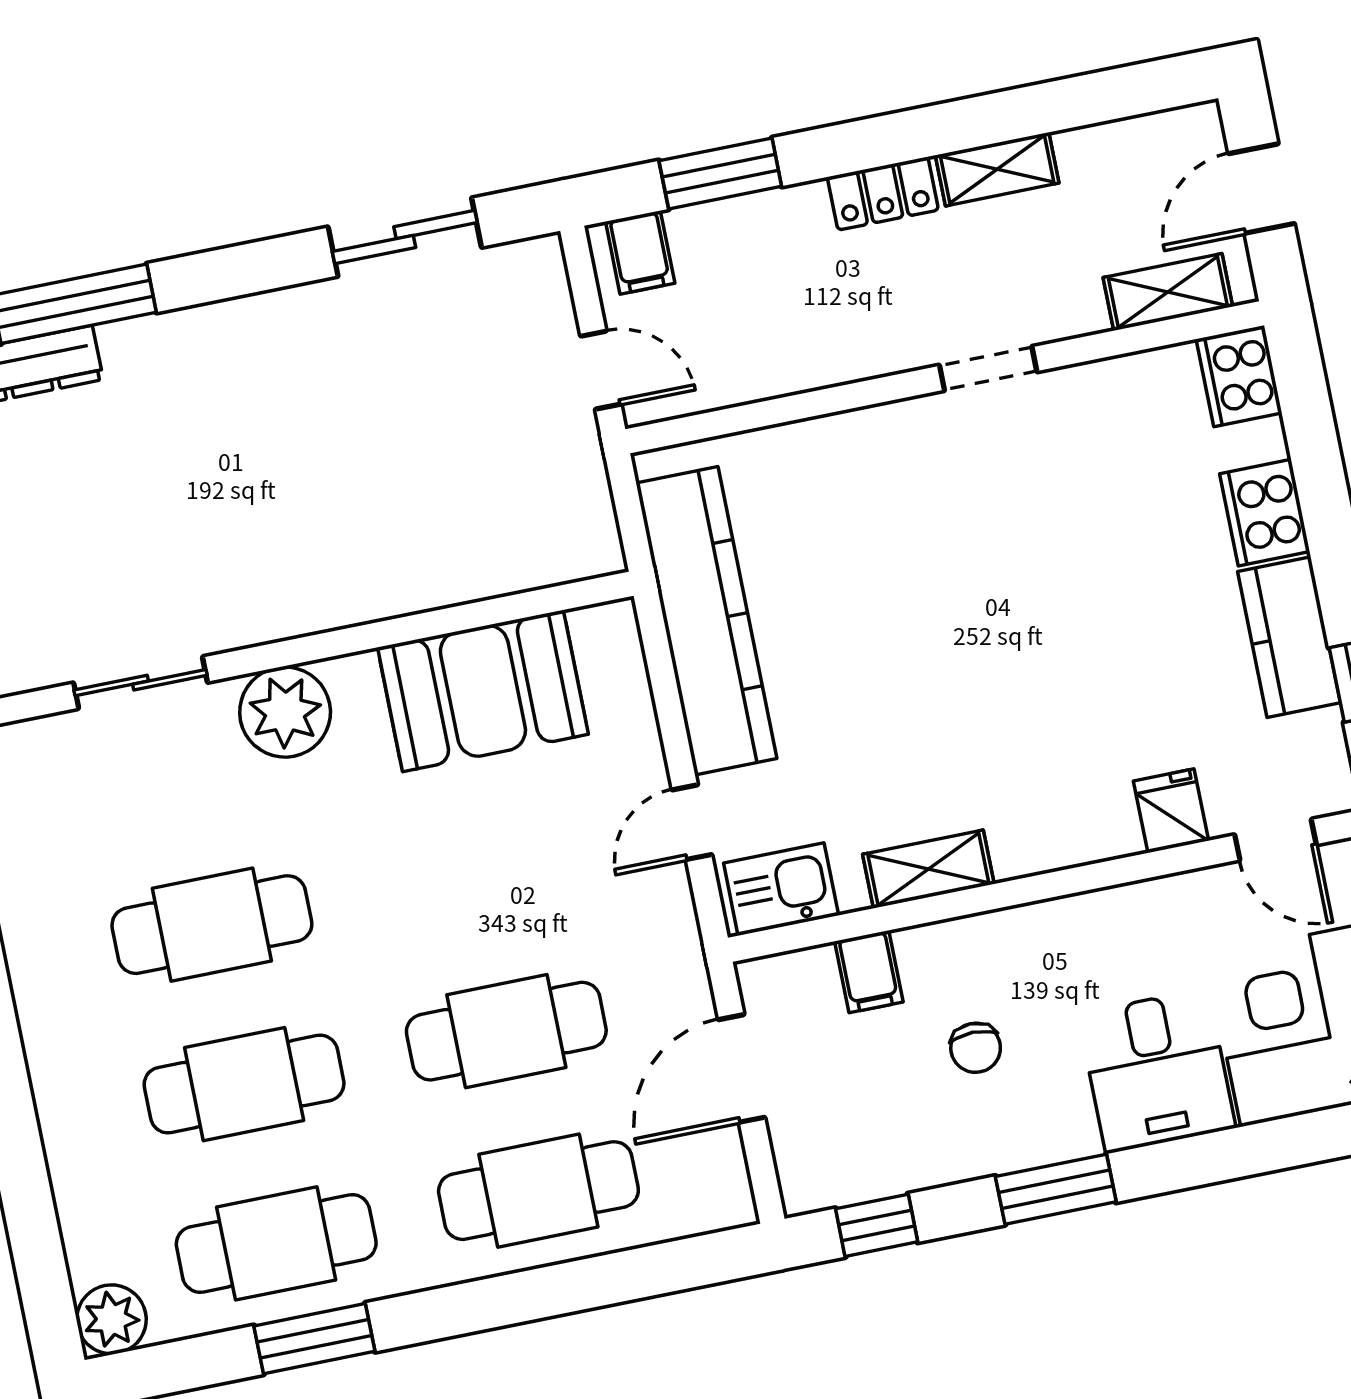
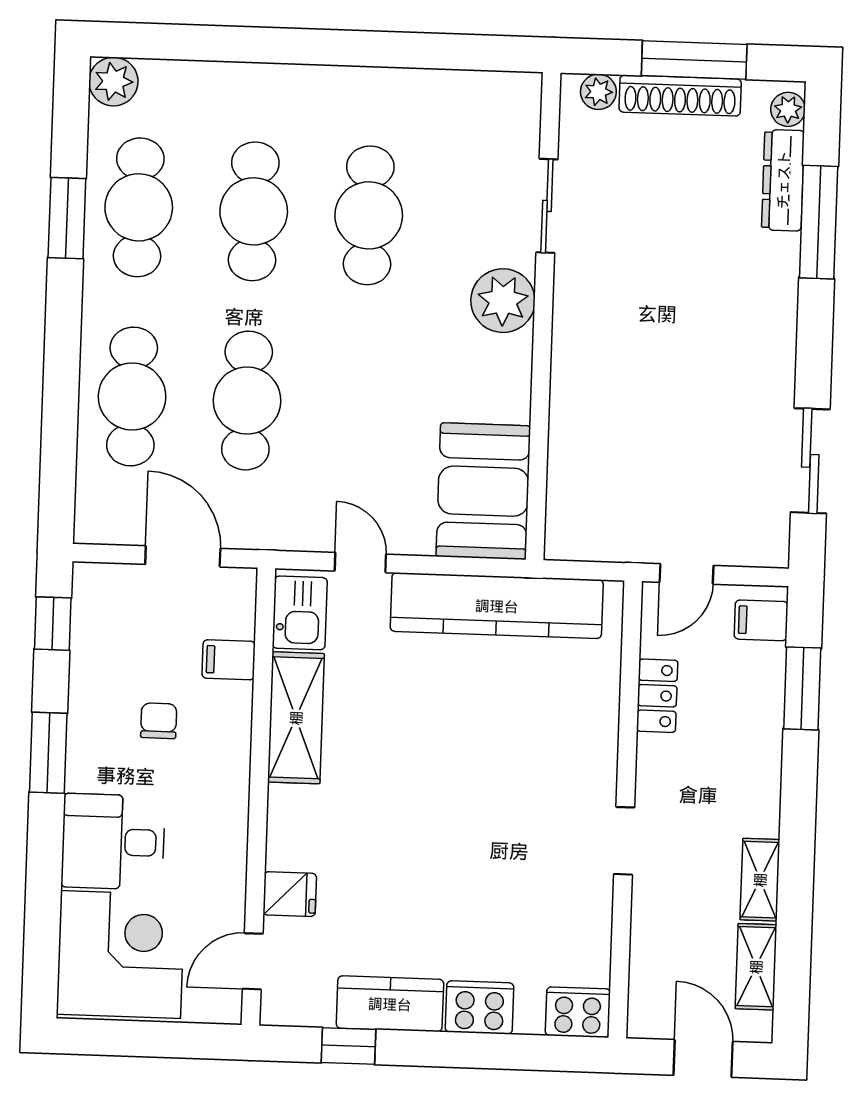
locker: (883, 193) -> (657, 696), moved, turned 180
shelving: (1168, 292) -> (756, 967), moved
booth: (483, 691) -> (483, 491), moved
shelving: (928, 869) -> (296, 718), width x1.50, depth x1.33
chair: (976, 1048) -> (159, 721), turned 90

